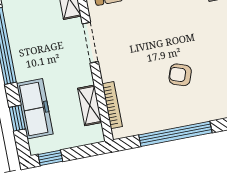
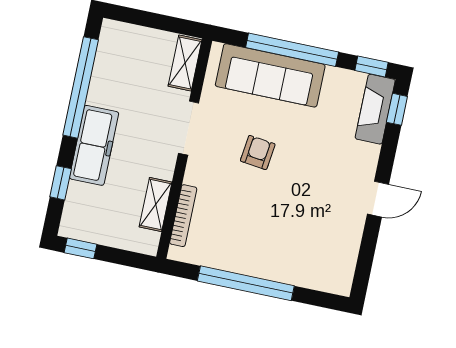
armchair: (180, 75) -> (258, 152), moved, turned 78
freezer: (35, 109) -> (94, 145), moved

